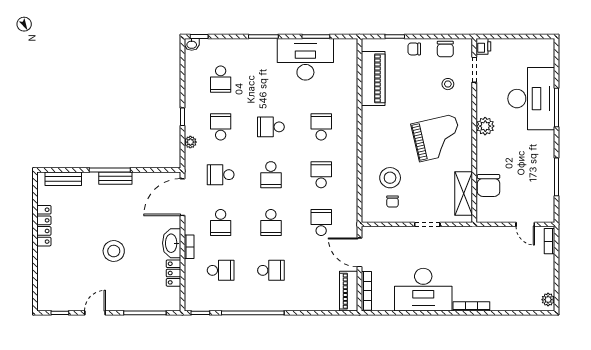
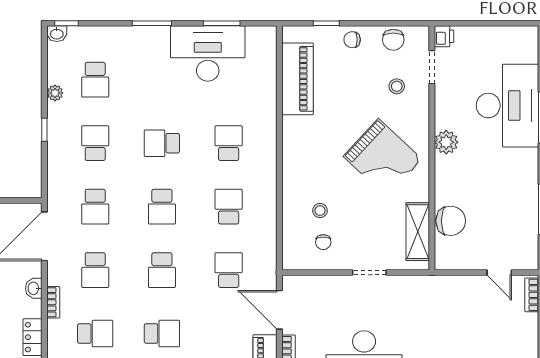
grand piano: (437, 138) -> (383, 158), turned 56
plant: (190, 142) -> (55, 93), moved
school desk: (221, 175) -> (95, 207), turned -90
stool: (390, 178) -> (320, 211), width x0.53, depth x0.53
chair: (489, 185) -> (451, 221), turned -90
washbasin: (172, 243) -> (34, 288), width x0.52, depth x0.69

